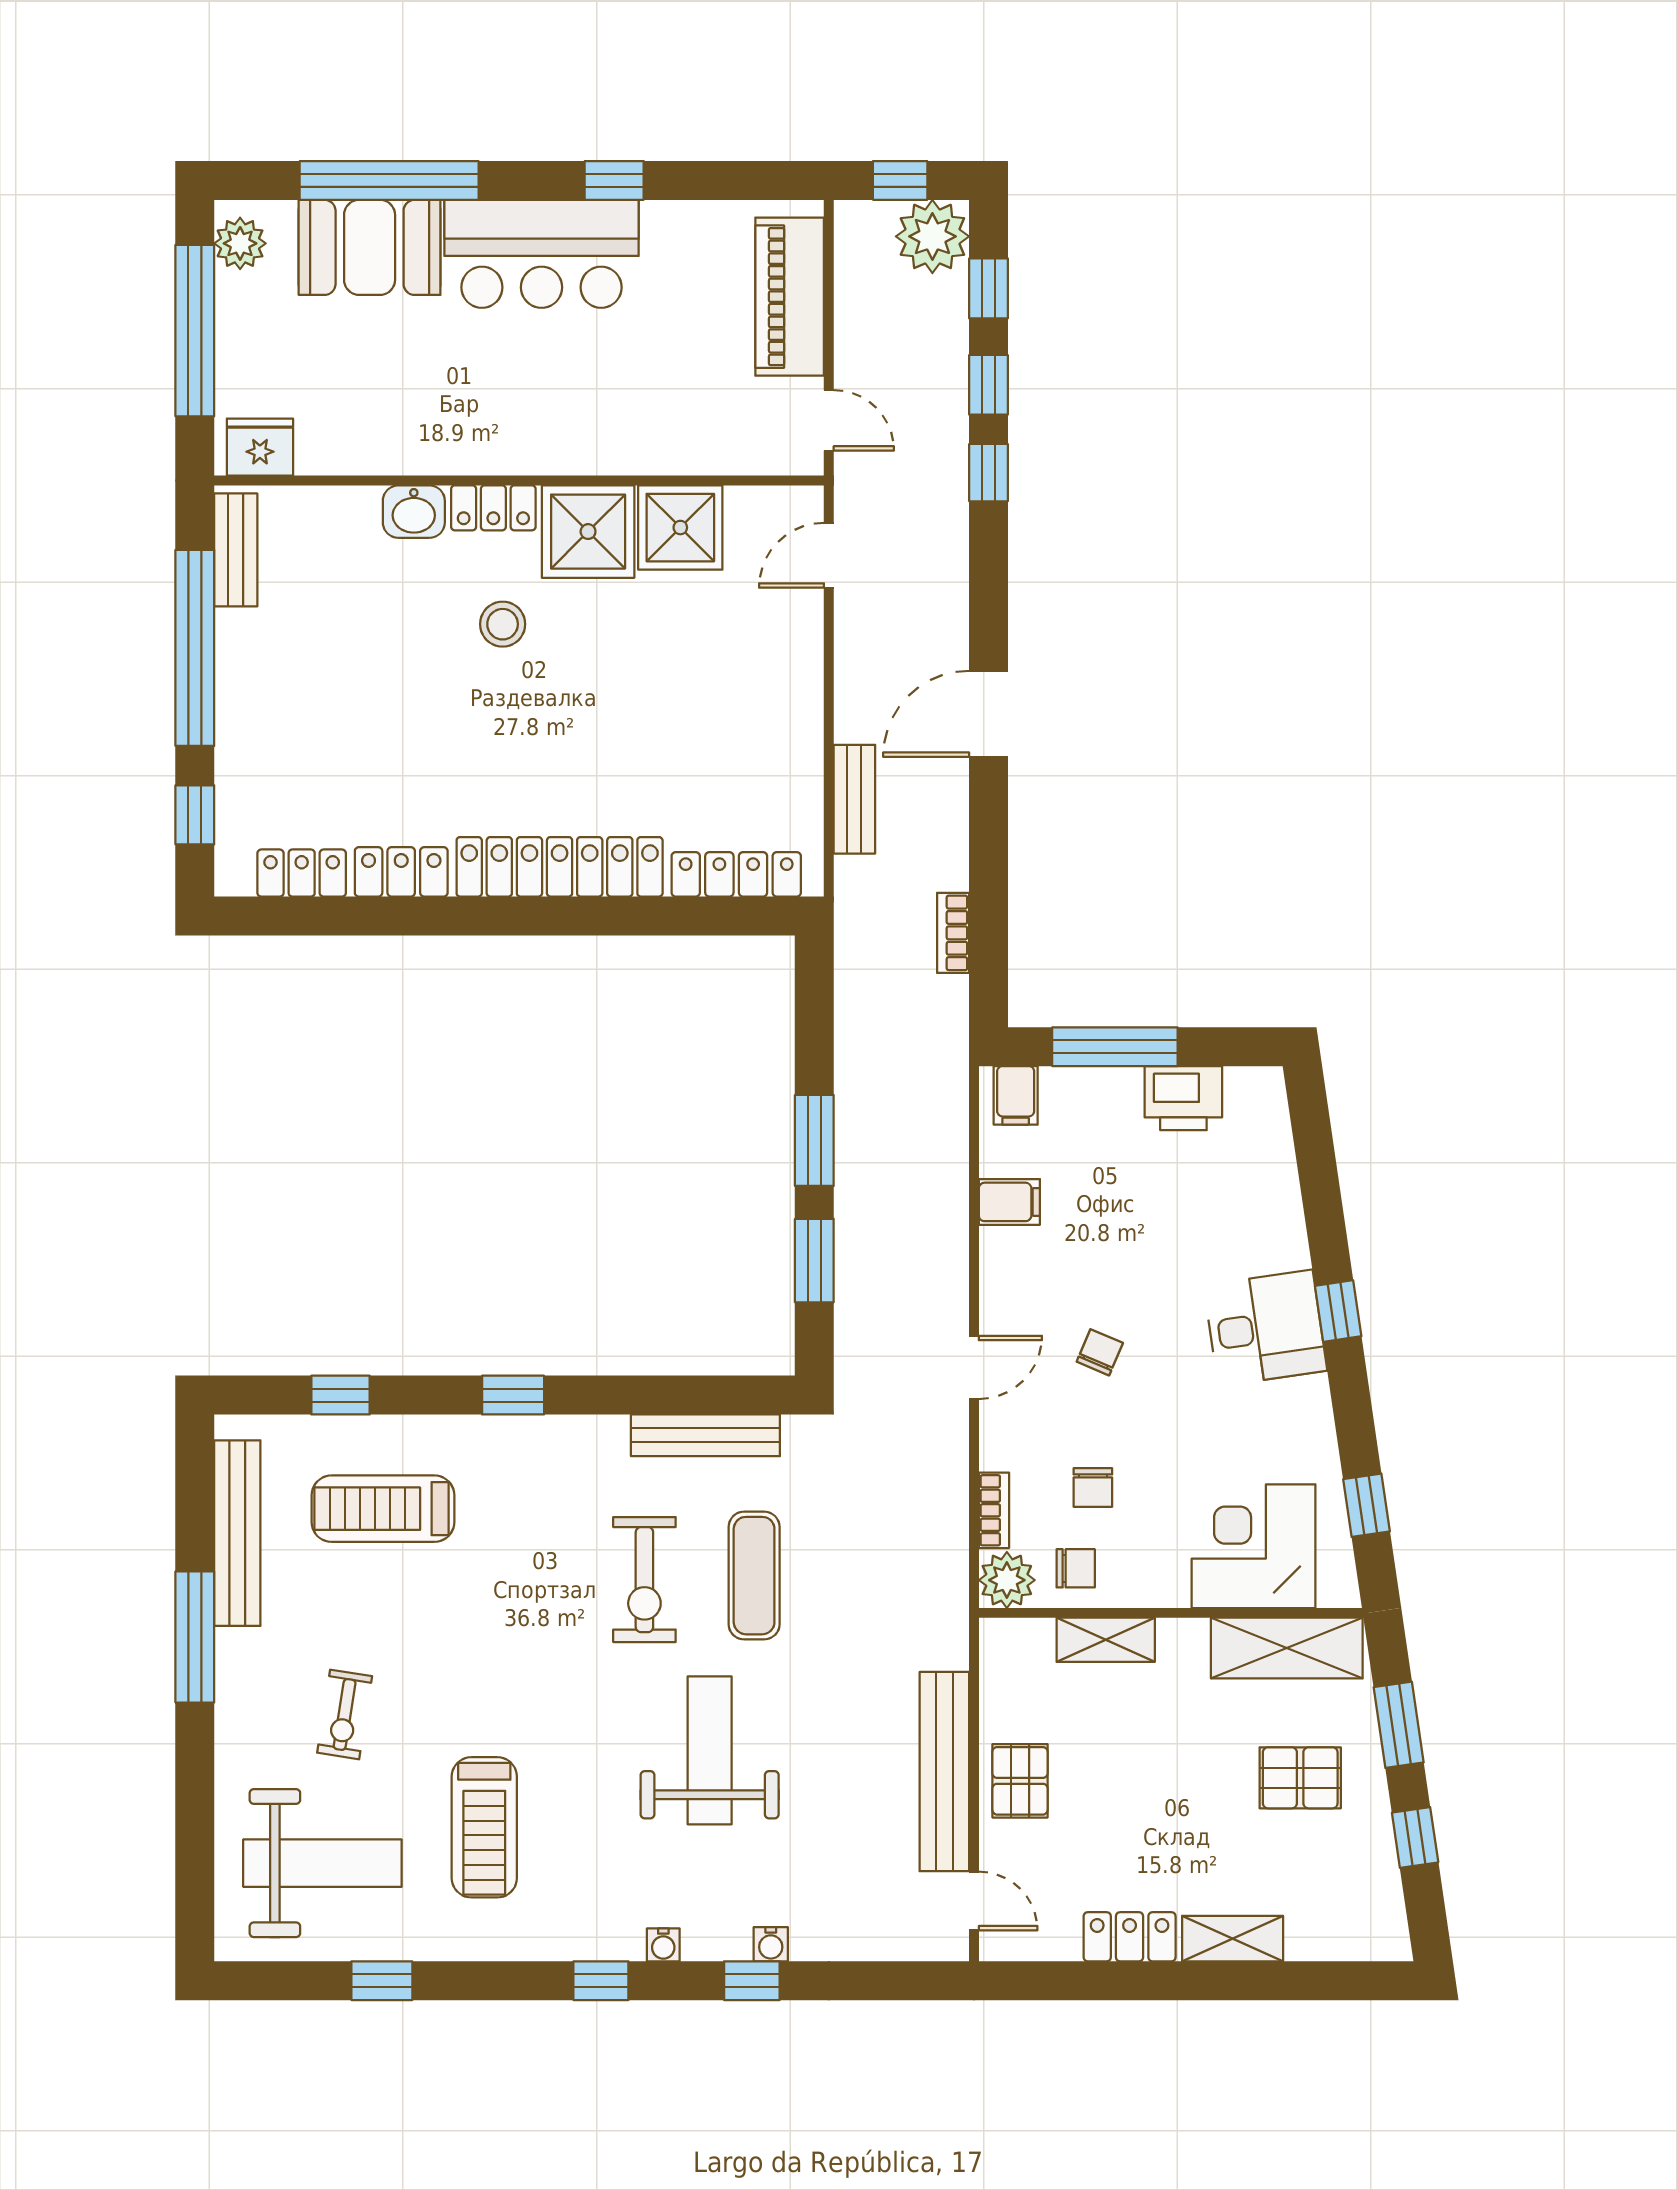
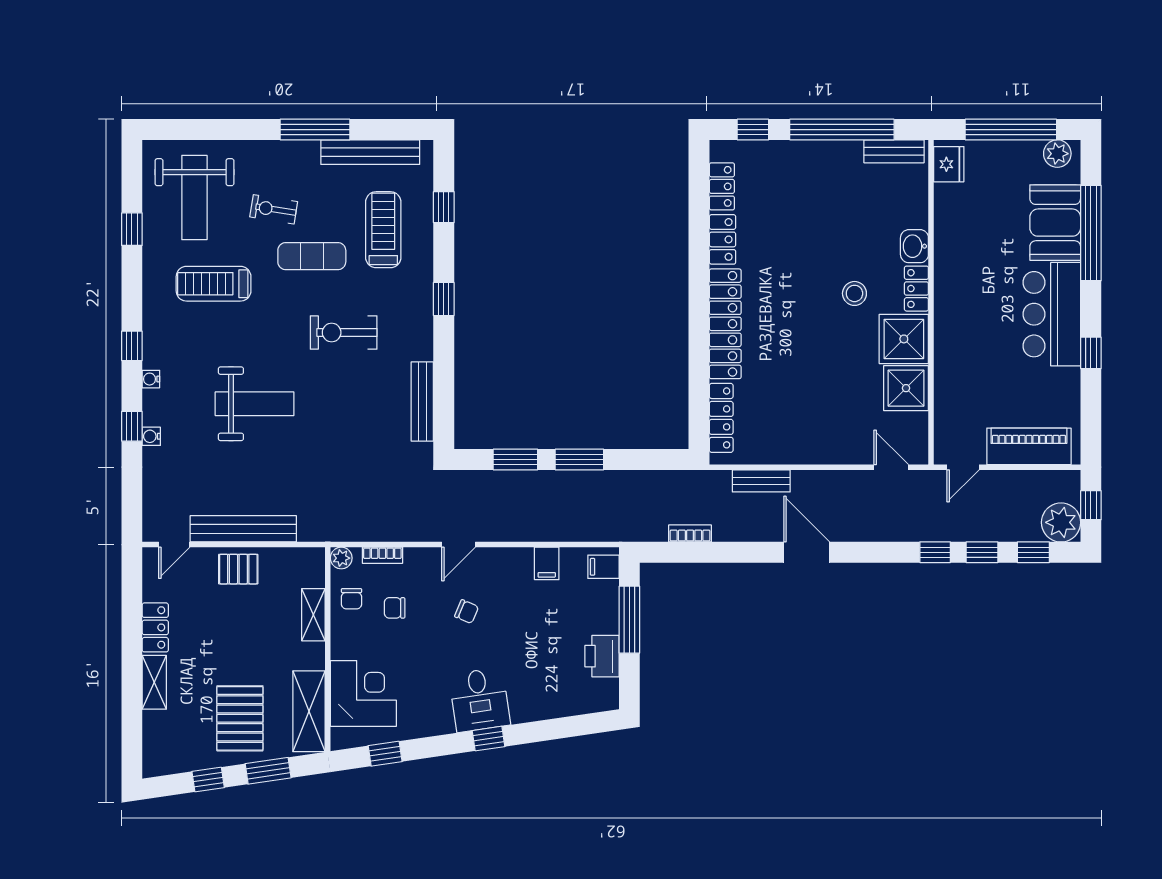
door: (974, 1367) -> (459, 545), hinge flipped
exercise mat: (754, 1576) -> (312, 256), moved
exercise bike: (644, 1580) -> (344, 332), moved
plant: (1007, 1580) -> (341, 558), width x0.73, depth x0.73
pallet: (1300, 1778) -> (240, 718), width x1.50, depth x1.42

